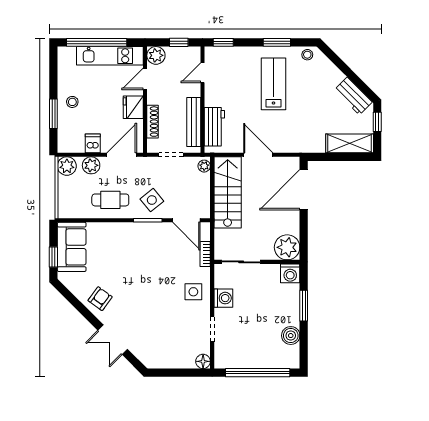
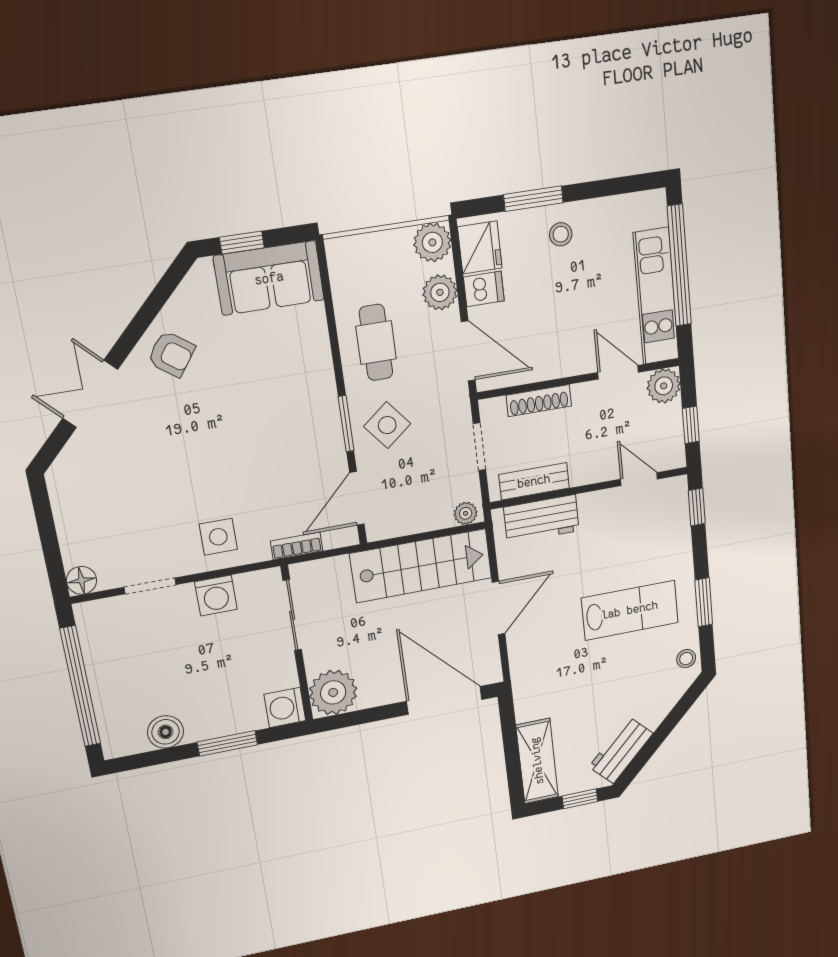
fridge: (133, 107) -> (480, 248), moved, turned 90
bench: (194, 122) -> (534, 481), width x0.73

